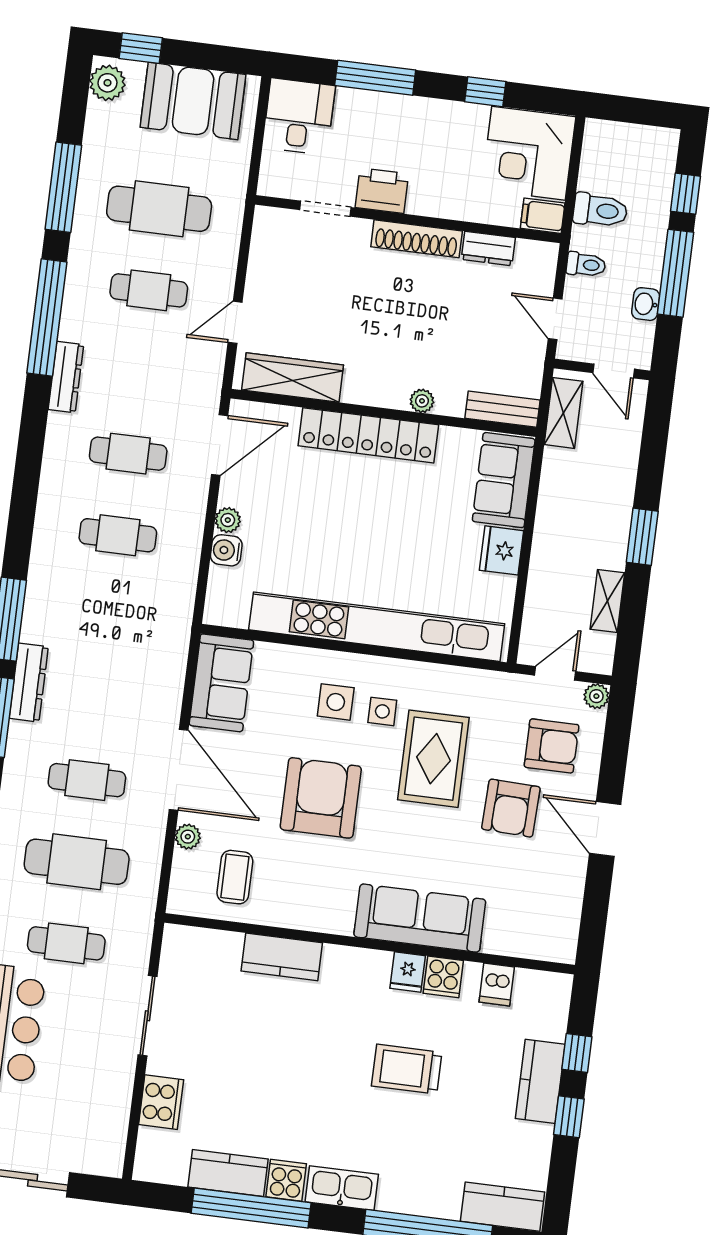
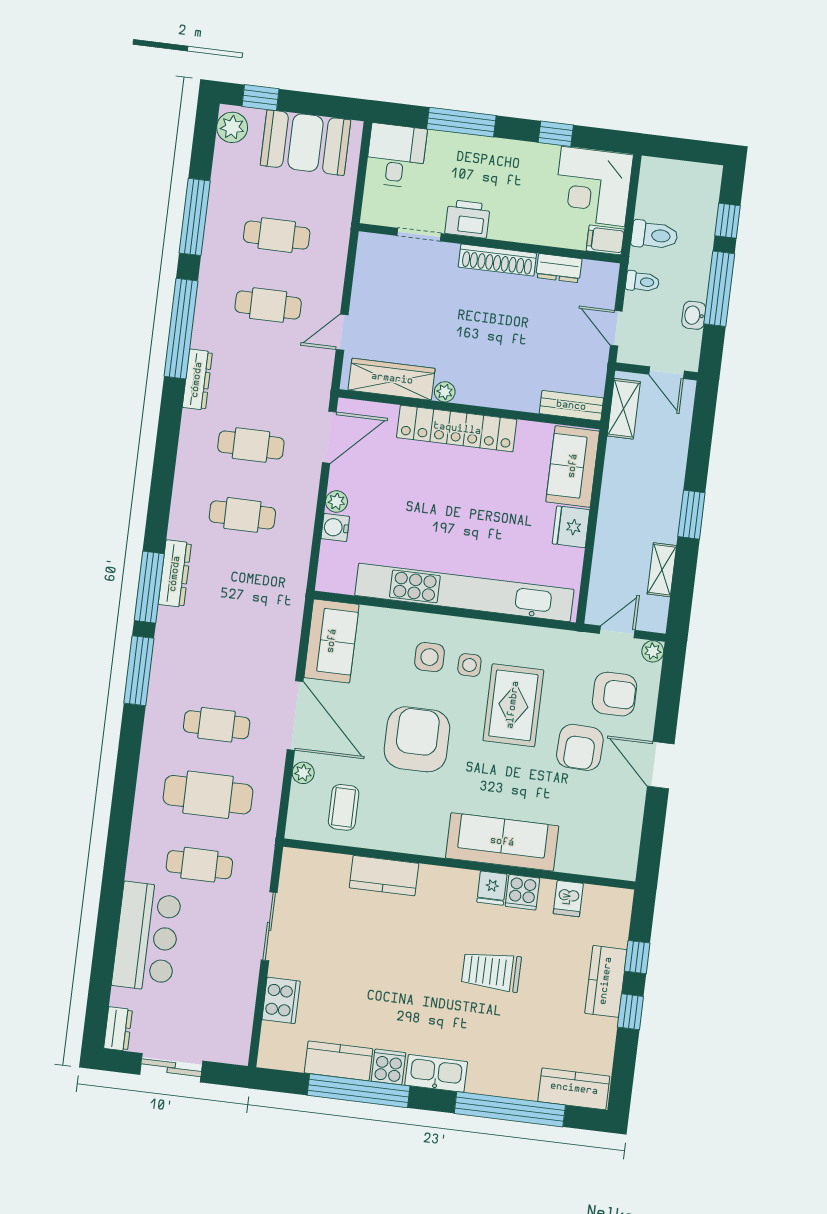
cafe table: (159, 209) -> (277, 235), width x0.73, depth x0.74
plant: (422, 401) -> (445, 392), moved
dresser: (29, 682) -> (175, 574), moved

